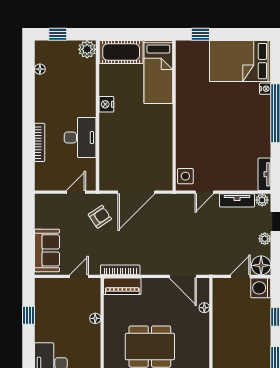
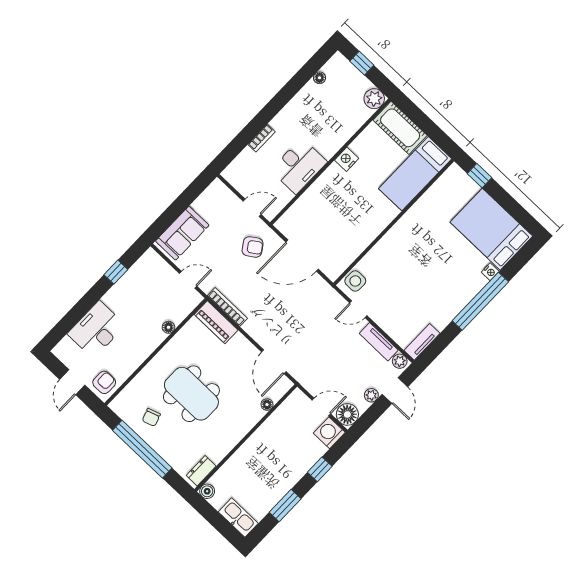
bookcase: (40, 142) -> (261, 138), width x0.64

